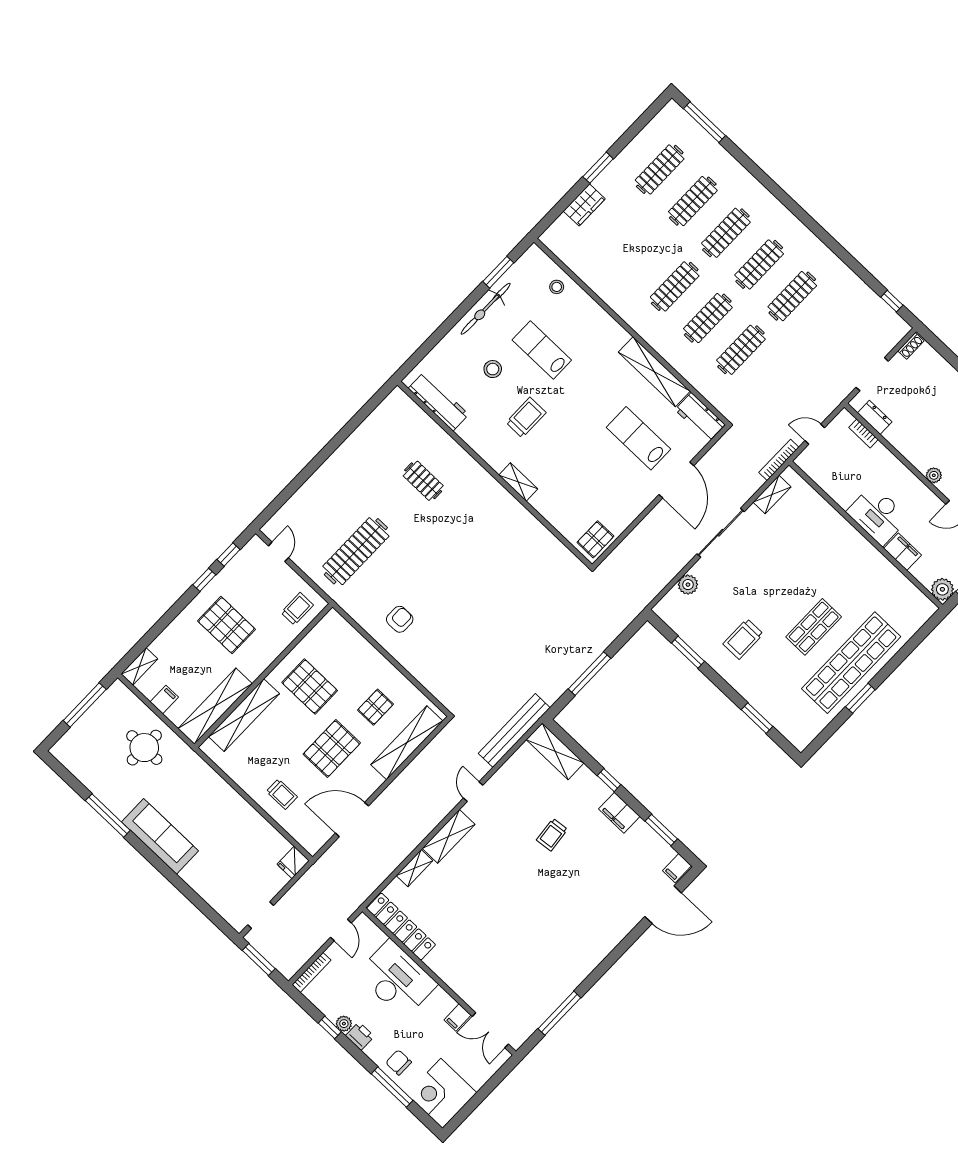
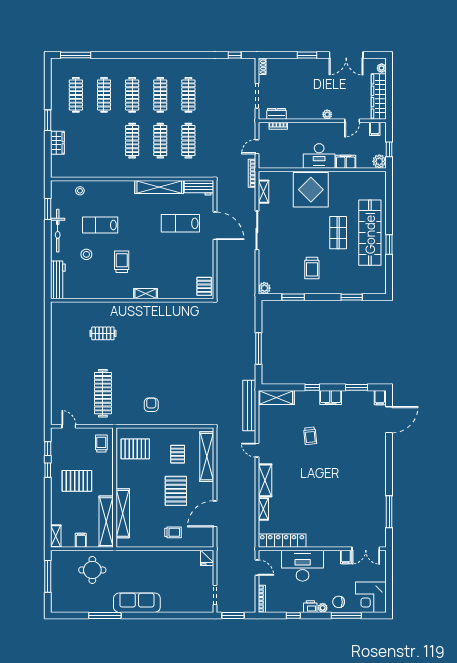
workbench: (438, 401) -> (58, 280), moved, turned 90
display table: (830, 545) -> (311, 190), added
plant: (688, 585) -> (264, 288), moved
pallet: (310, 687) -> (135, 449), moved
plant: (344, 1024) -> (323, 608), moved

